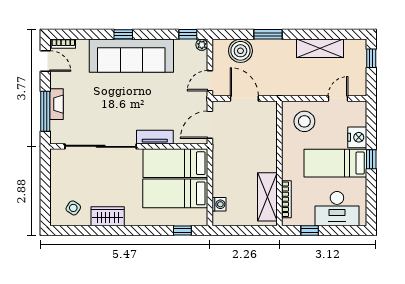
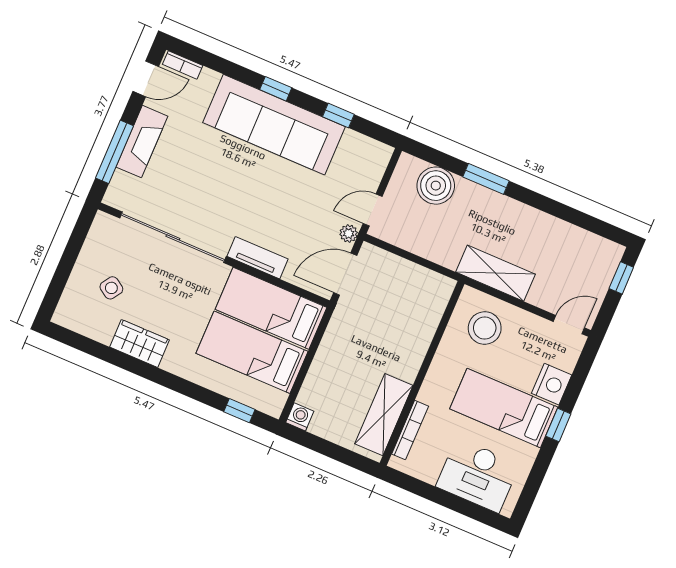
window: (188, 34) -> (338, 116), moved
plant: (202, 45) -> (349, 233), moved
shelving: (320, 48) -> (495, 273), moved
door: (45, 61) -> (146, 79), hinge flipped
door: (244, 98) -> (412, 257), removed
door: (338, 98) -> (569, 325), moved
fireplace: (57, 104) -> (142, 142), width x1.37, depth x1.32
washing machine: (219, 204) -> (300, 417), moved, turned -90
side table: (73, 208) -> (111, 288), moved
window: (310, 231) -> (424, 490), removed

